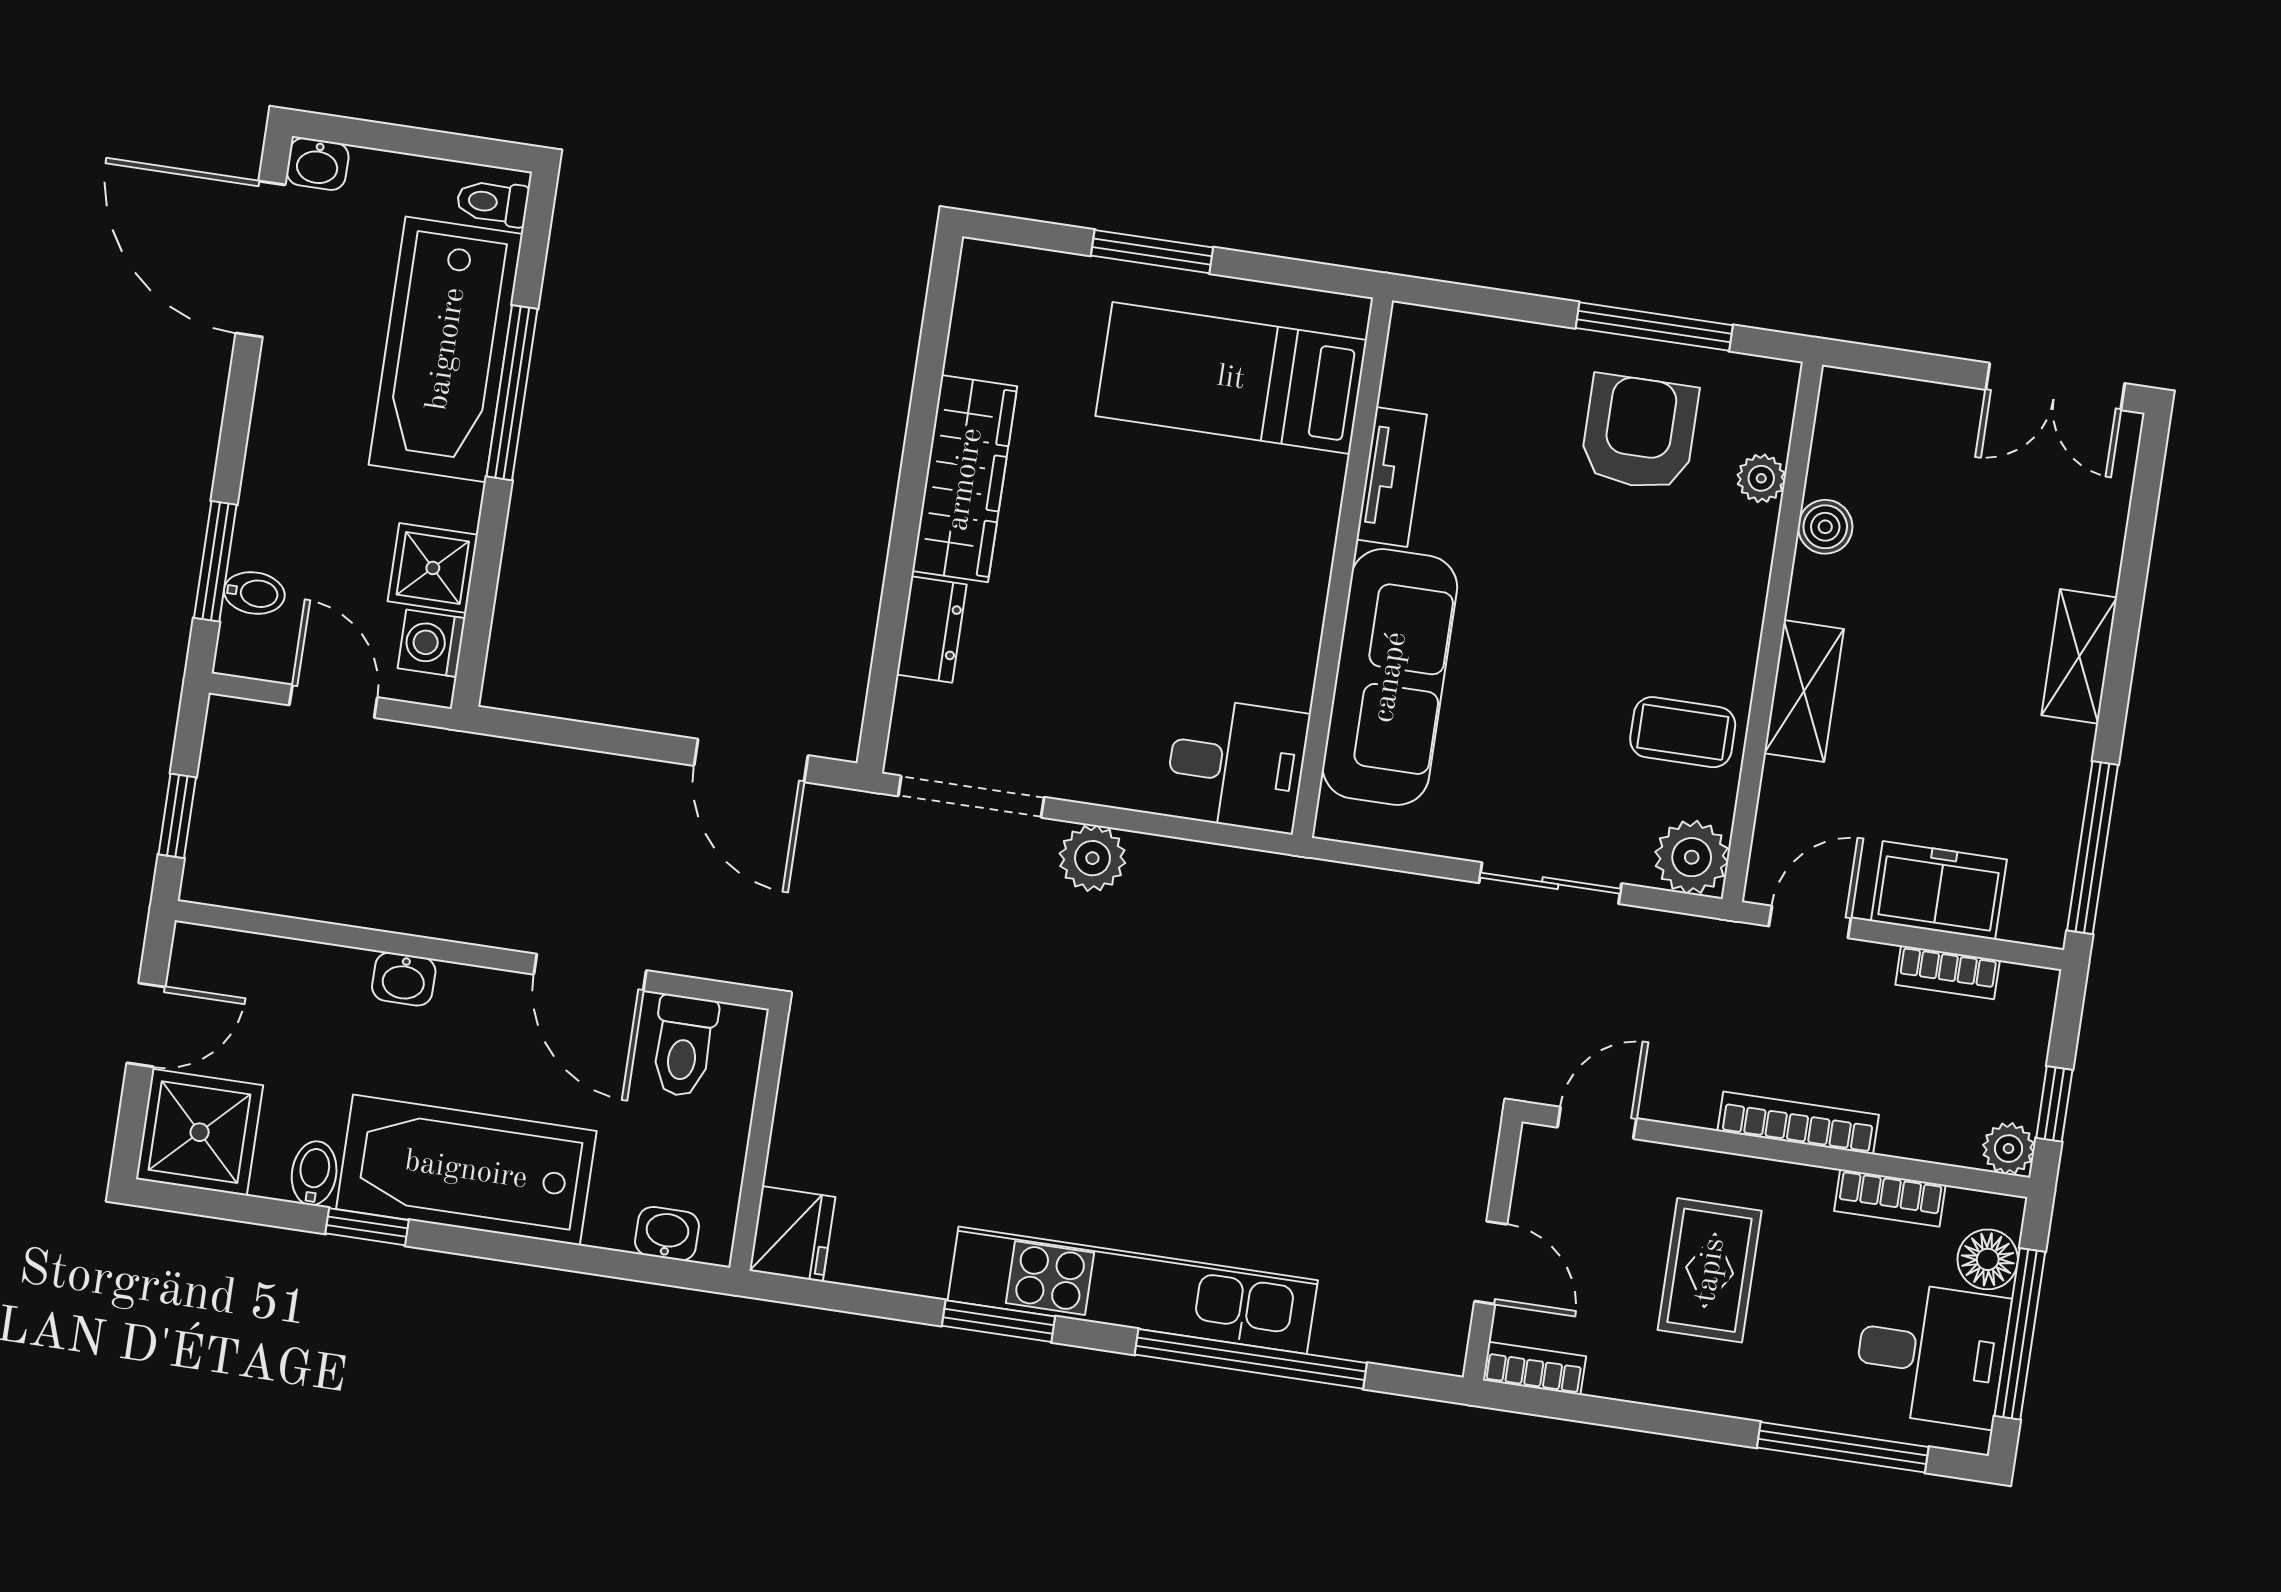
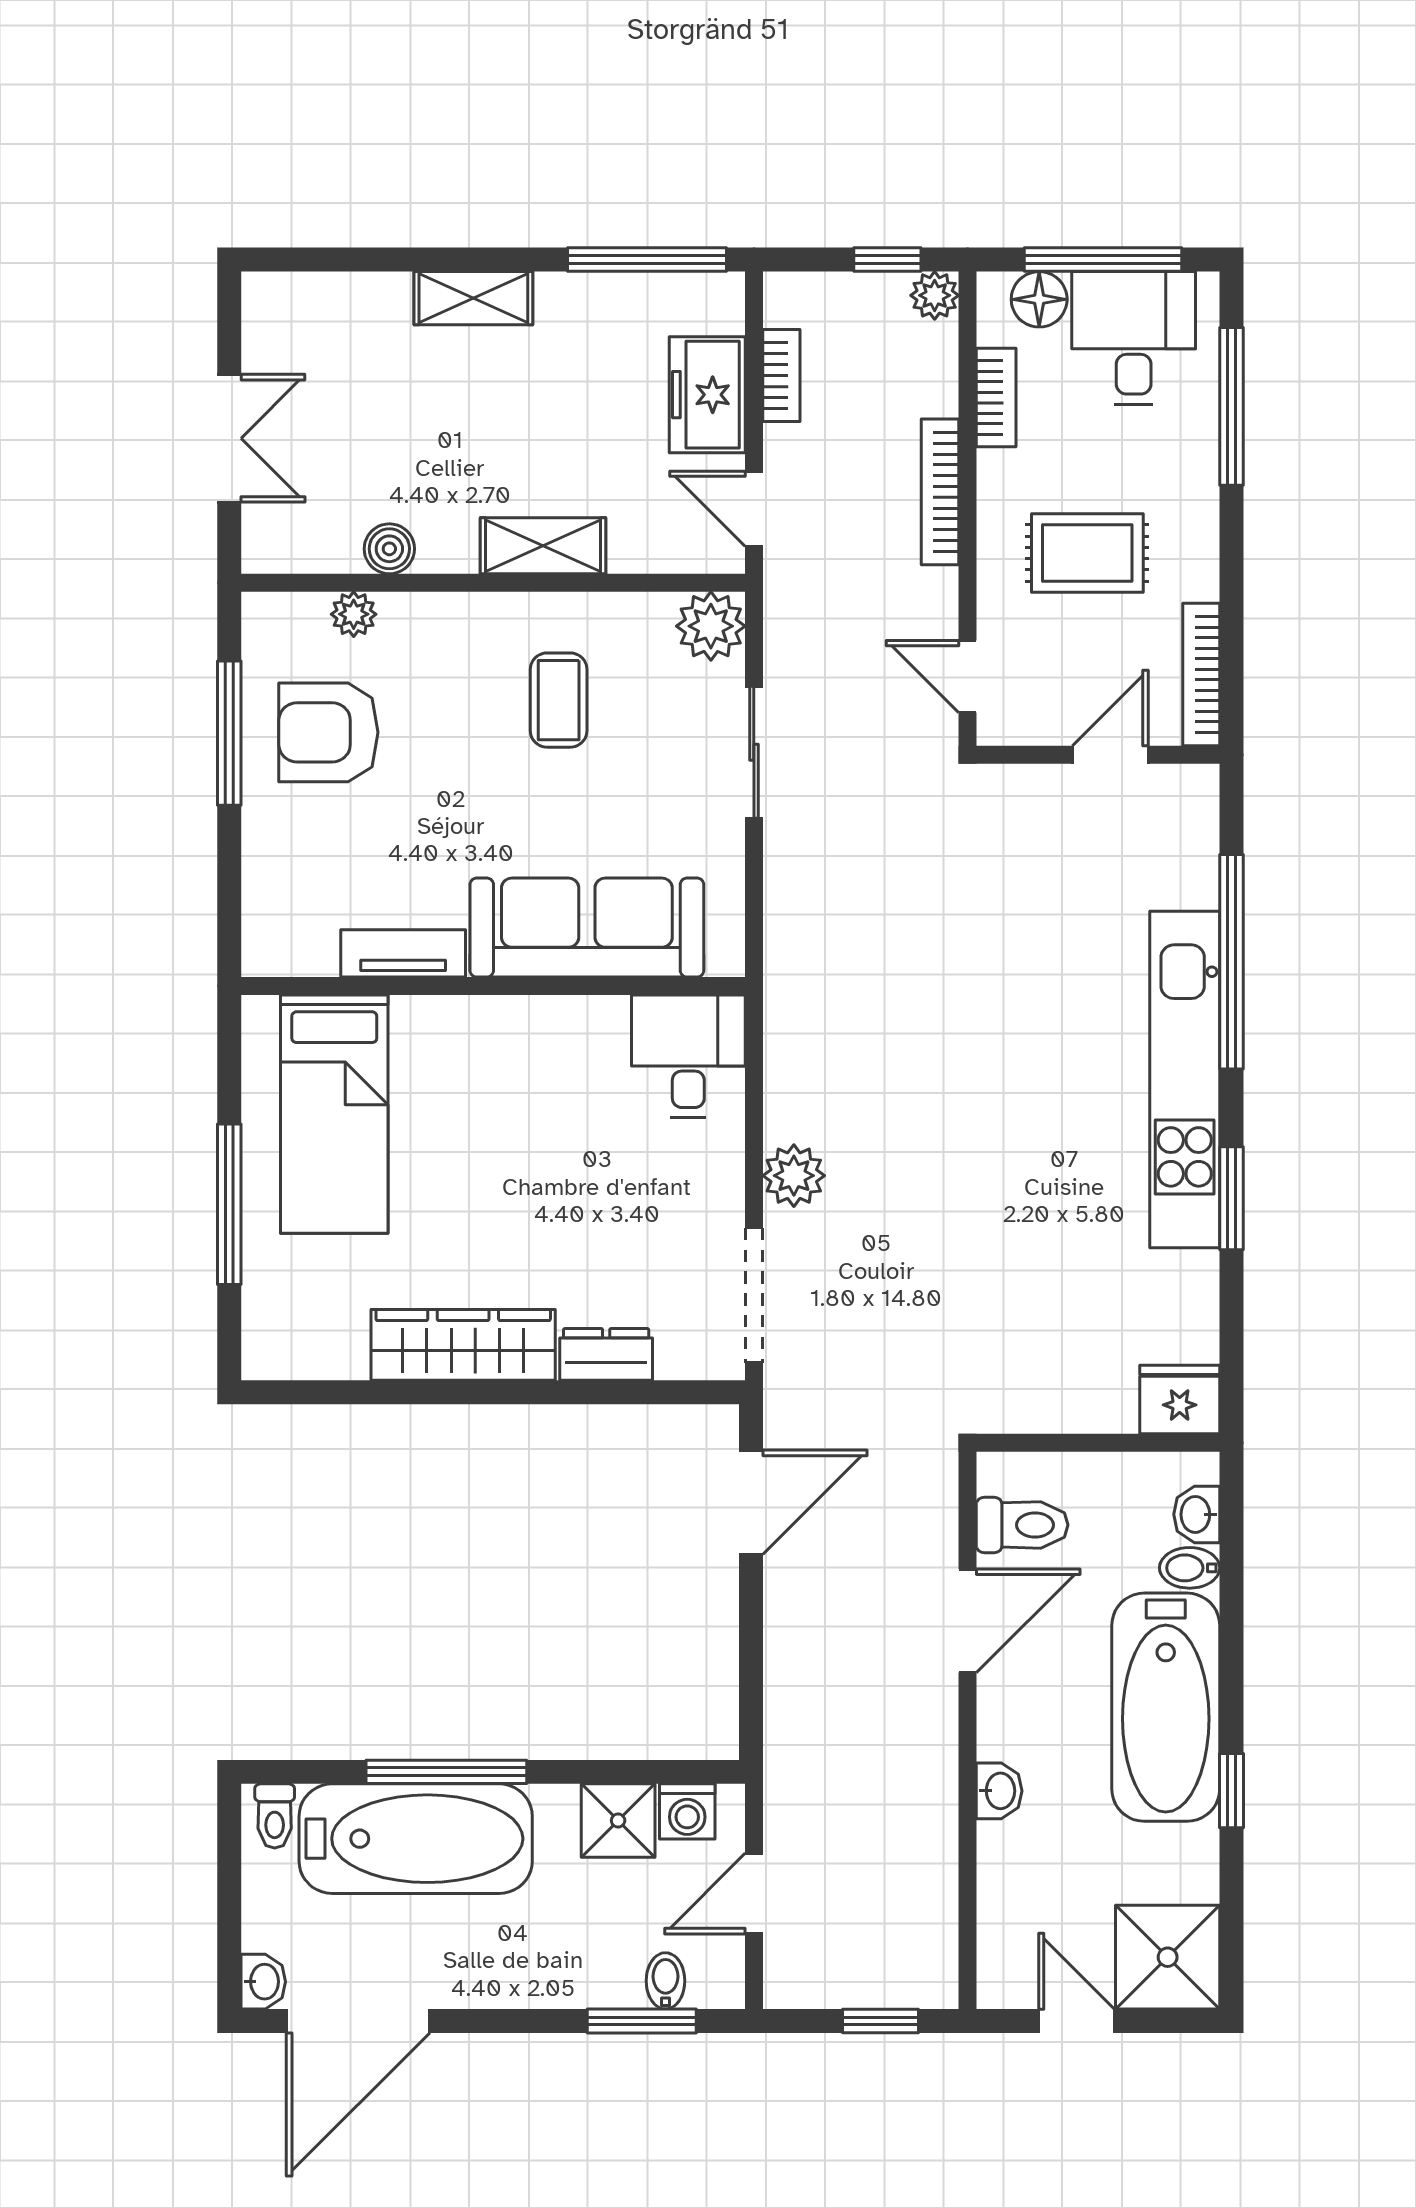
window: (1152, 252) -> (229, 1204), width x1.44
double door: (2055, 387) -> (229, 438), moved
coffee table: (1683, 732) -> (559, 700), moved
bidet: (314, 1173) -> (1190, 1568), moved
bookcase: (1534, 1368) -> (1201, 675), width x1.56

